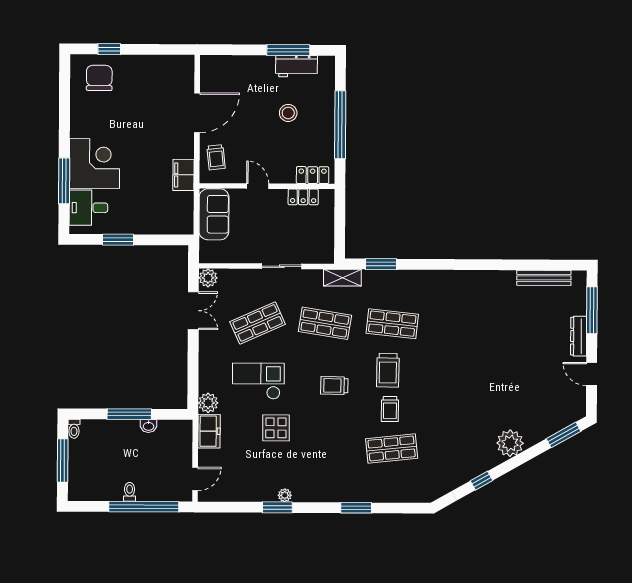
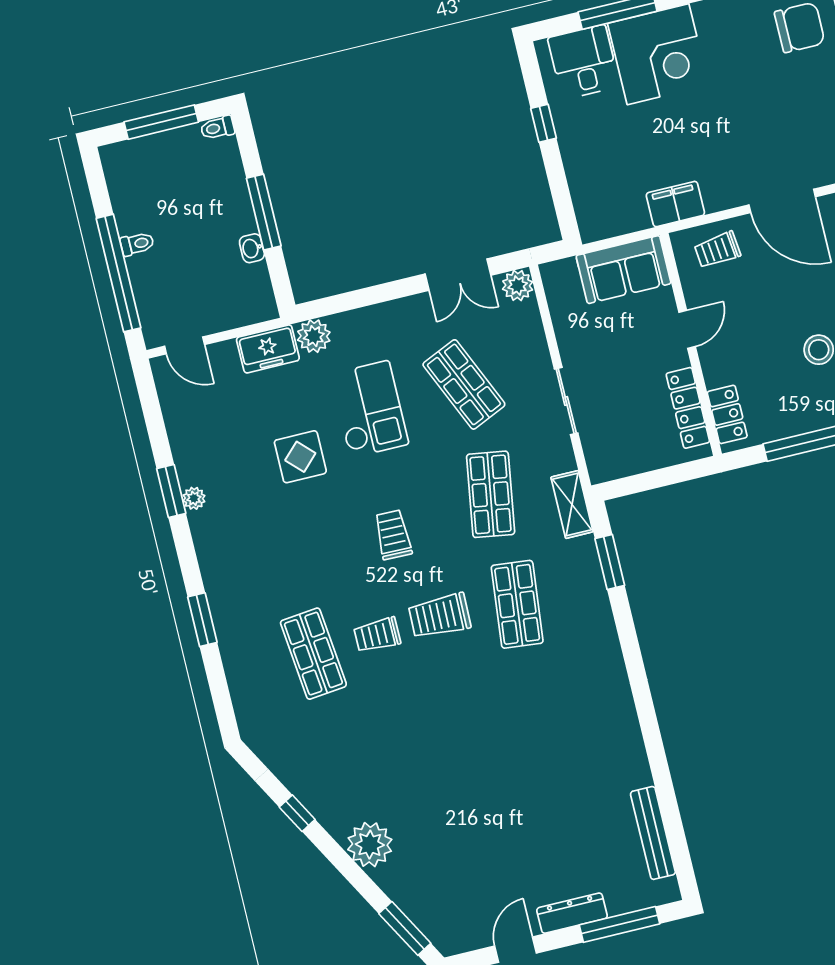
locker: (303, 197) -> (688, 408), width x1.53
window: (118, 240) -> (544, 123), width x0.67

